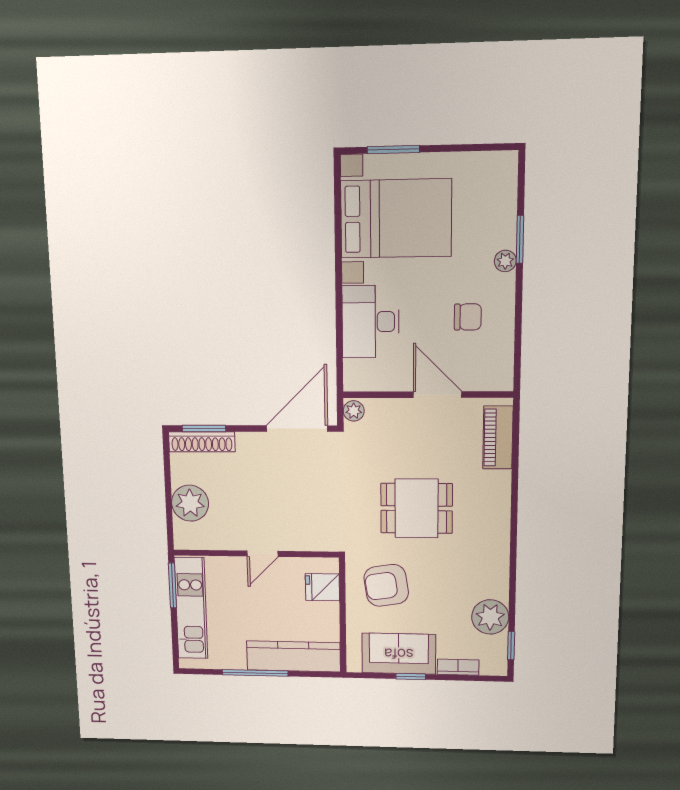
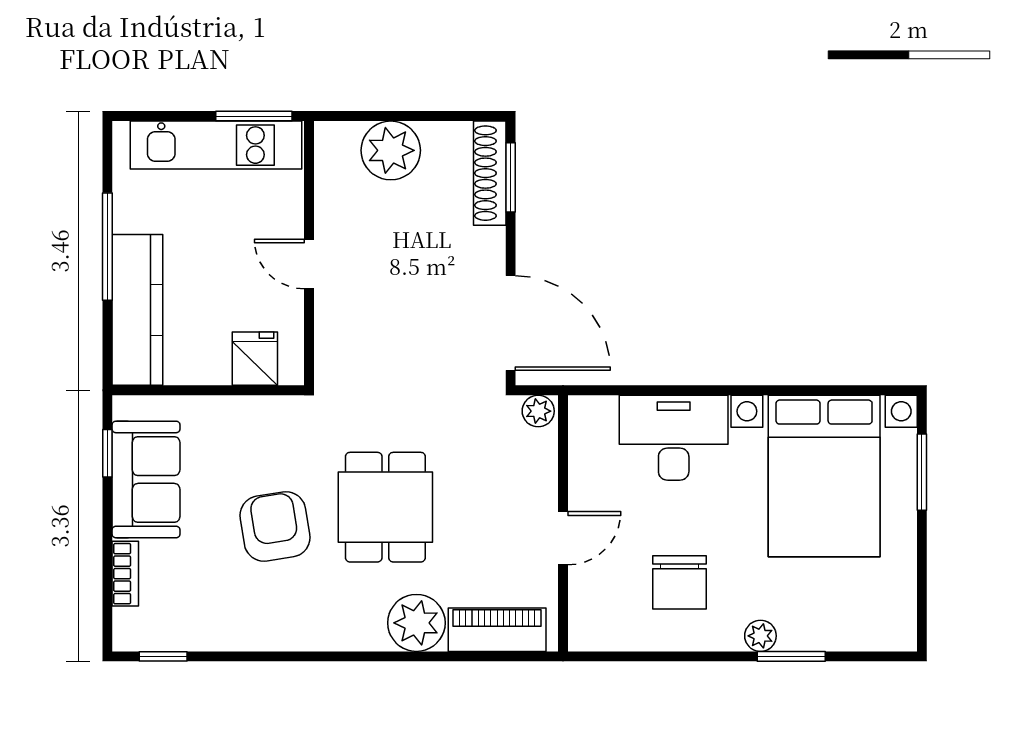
chair: (468, 317) -> (679, 582), width x1.37, depth x1.37
door: (437, 395) -> (563, 538), width x0.73
armchair: (386, 585) -> (275, 526), moved
plant: (490, 617) -> (416, 623), moved
window: (411, 677) -> (107, 453), moved

